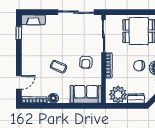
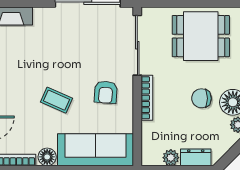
sofa: (86, 94) -> (96, 150), width x1.36
plant: (118, 95) -> (171, 158), width x0.53, depth x0.53

